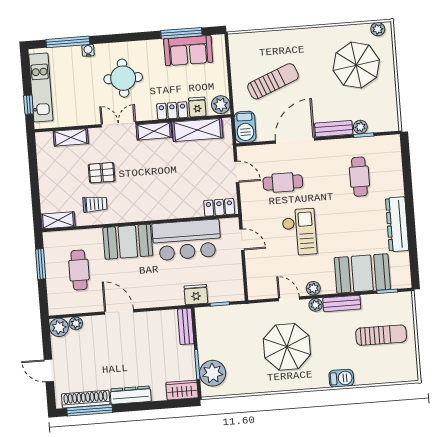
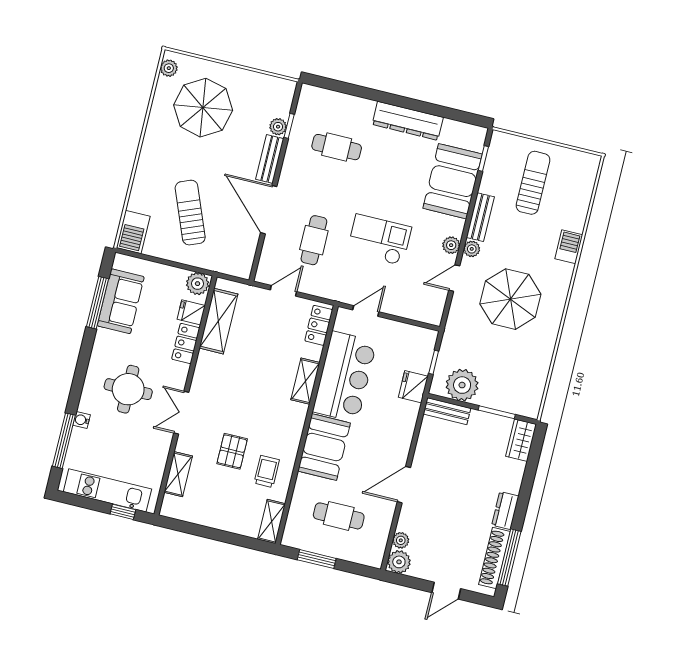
barbecue: (245, 127) -> (133, 232), moved, turned 90
shelving: (154, 131) -> (305, 381), moved
plant: (213, 373) -> (462, 385), moved
dresser: (131, 395) -> (505, 511), width x0.70

